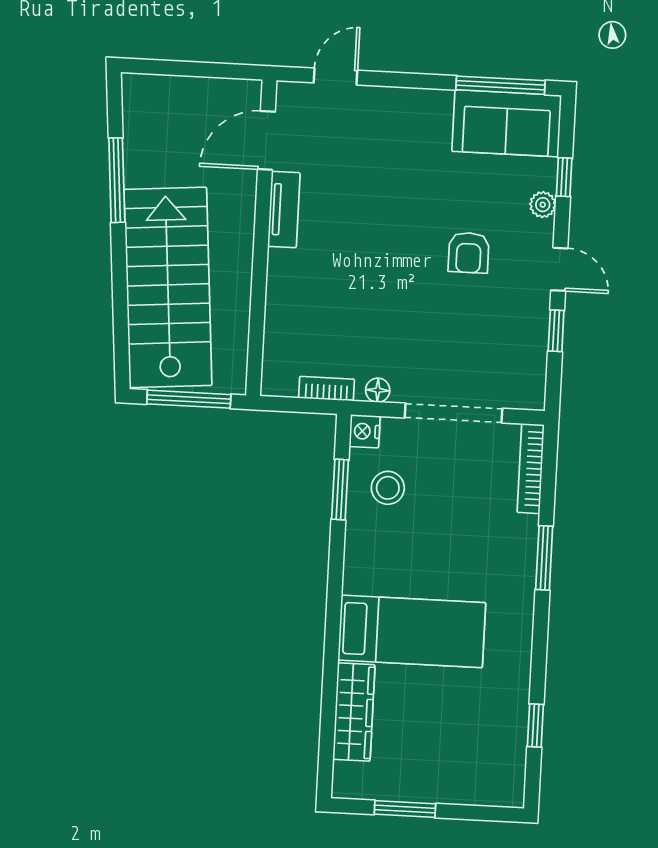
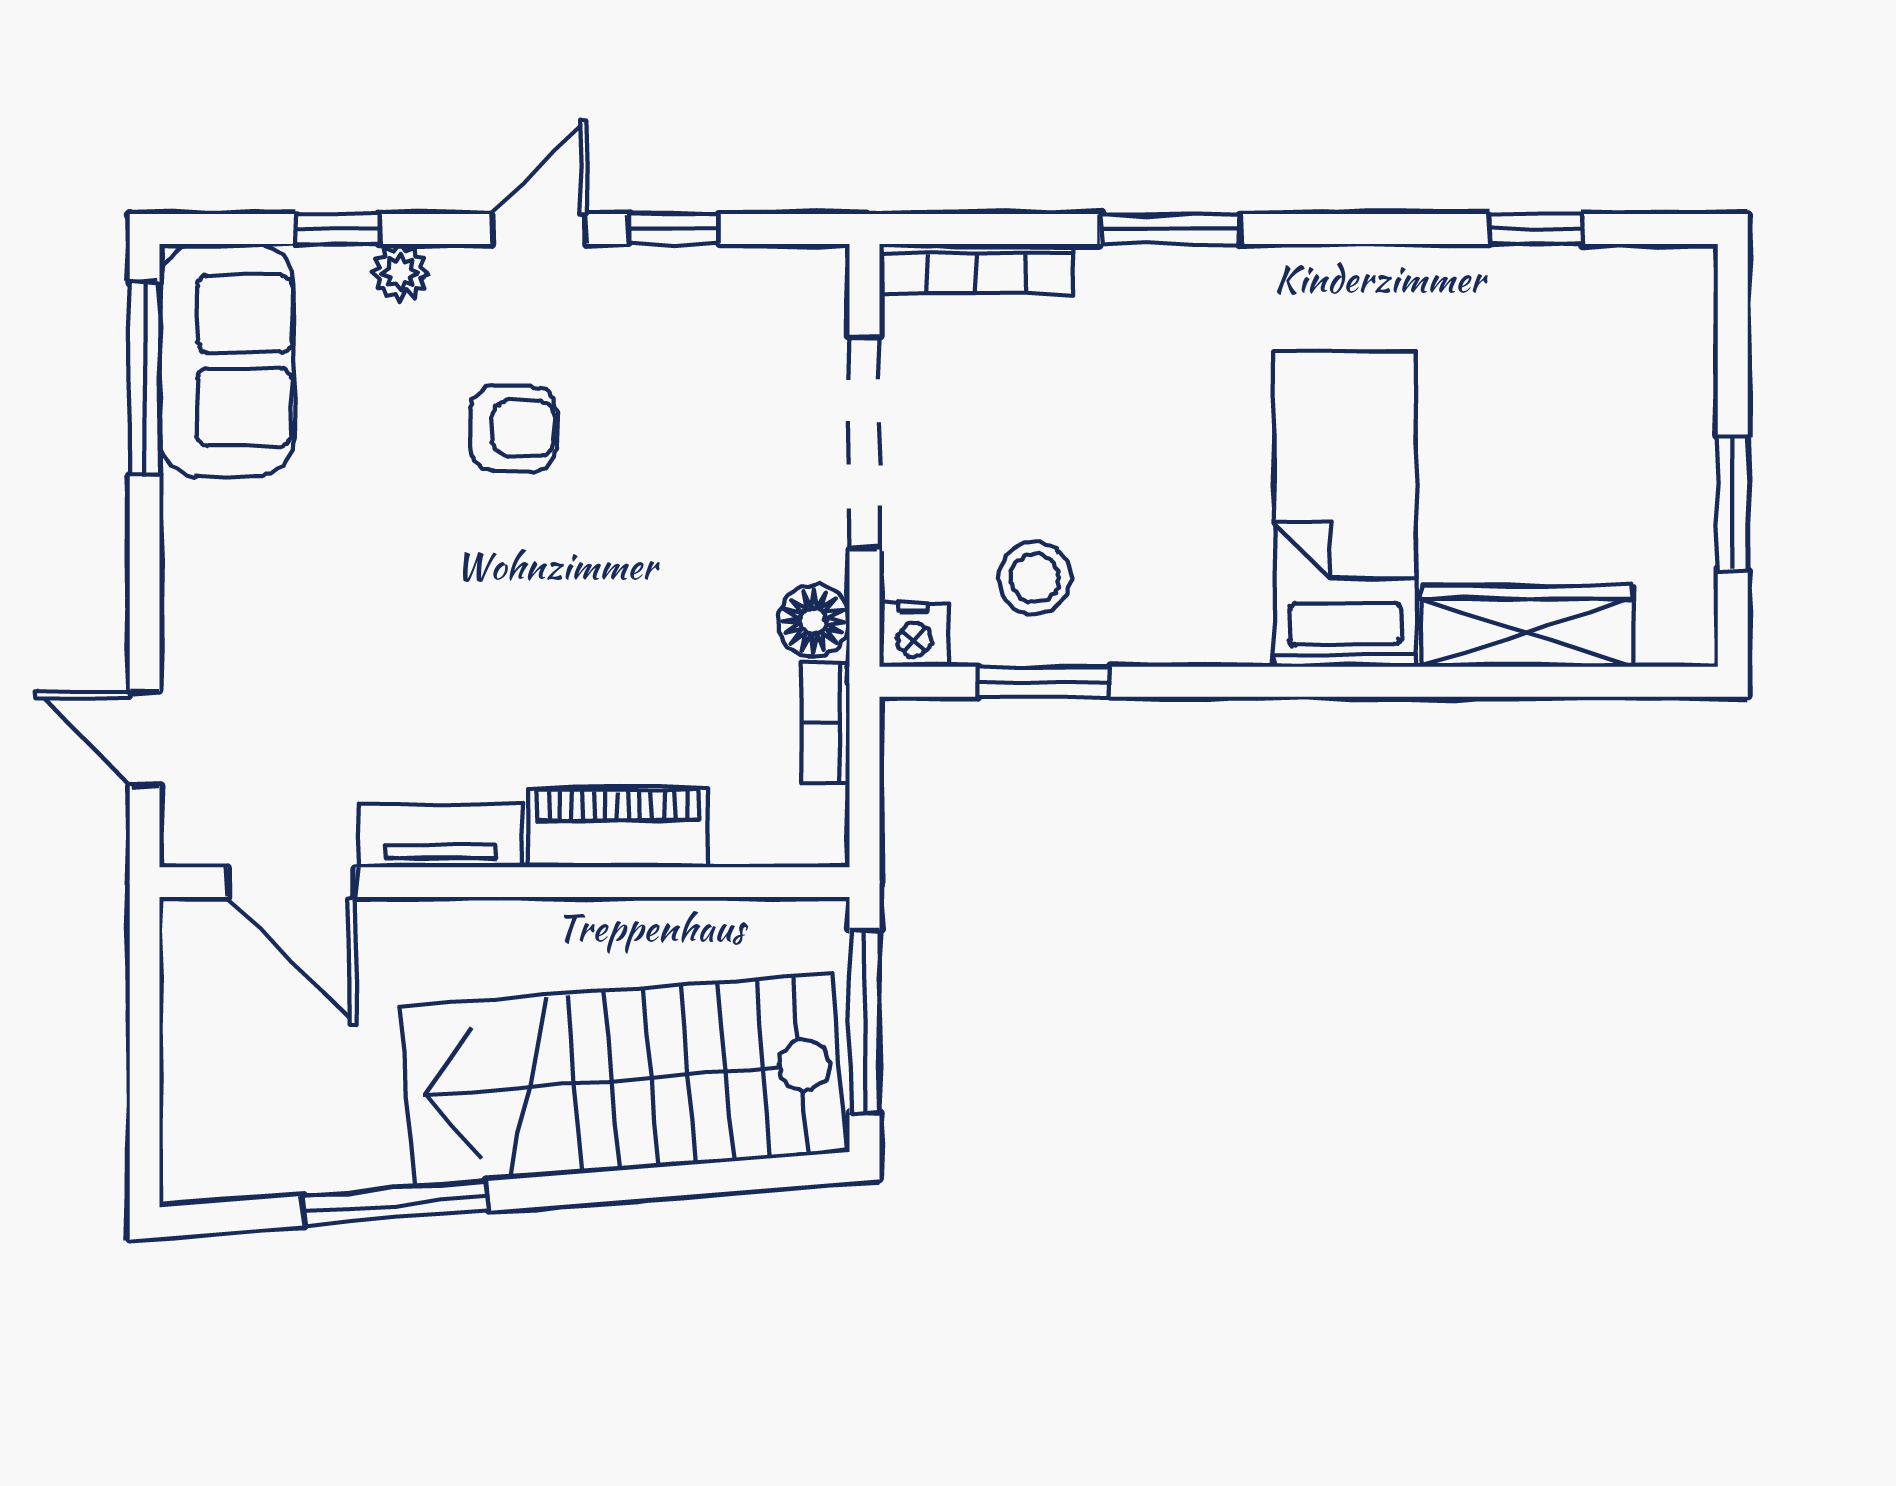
piano: (284, 291) -> (618, 827), added
floor lamp: (378, 390) -> (814, 621), width x1.37, depth x1.37

